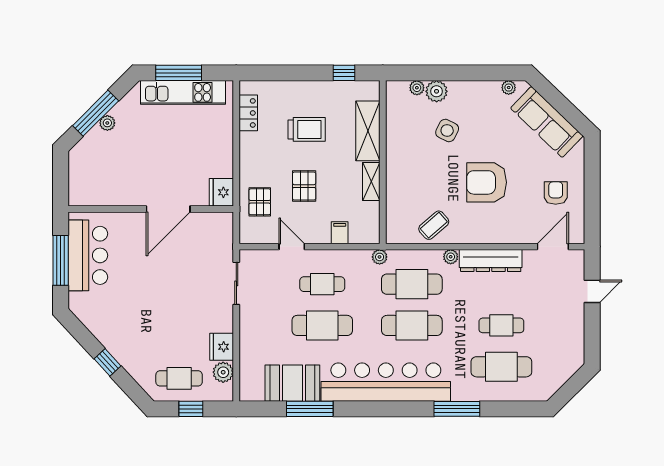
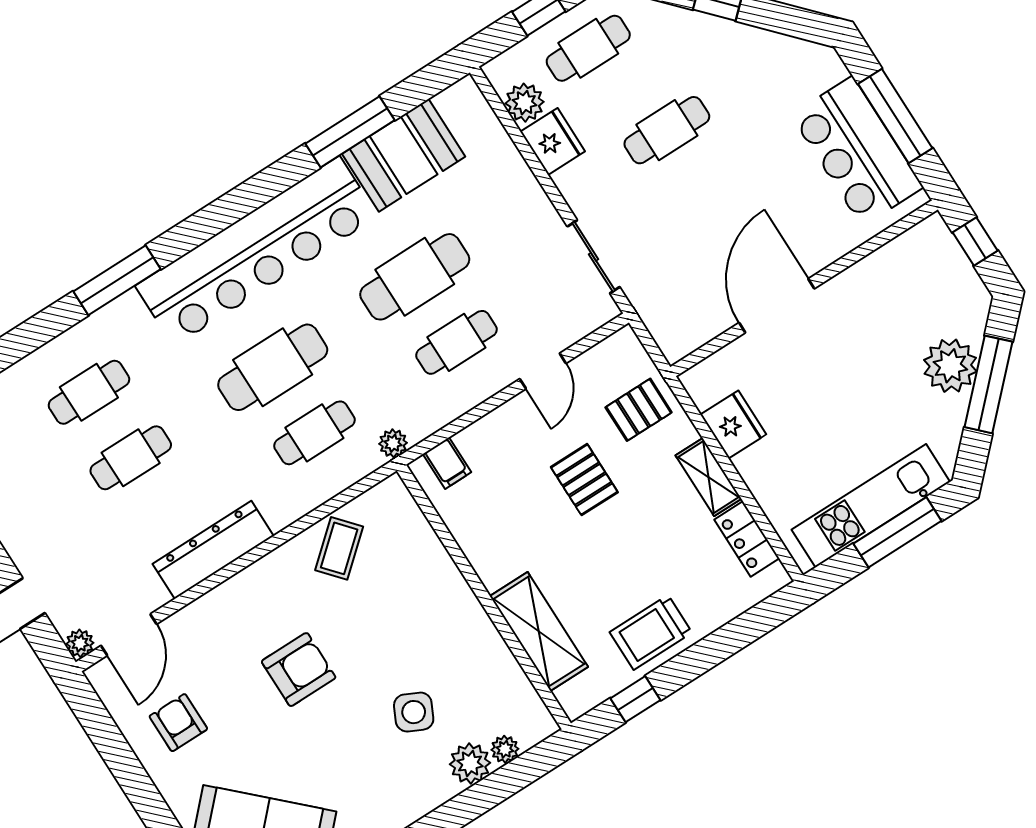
plant: (107, 123) -> (950, 366), width x1.88, depth x1.88
trolley: (307, 129) -> (651, 632), moved
window: (61, 181) -> (975, 242), added
shelving: (371, 181) -> (708, 477), moved
armchair: (487, 182) -> (299, 670), width x0.73, depth x0.73
fridge: (221, 192) -> (733, 424), moved
armchair: (556, 193) -> (178, 723), turned 180
pallet: (260, 202) -> (639, 410), turned 90
filing cabinet: (340, 233) -> (447, 463), moved
door: (292, 247) -> (543, 371), hinge flipped
plant: (451, 257) -> (80, 643), moved
cafe table: (412, 284) -> (314, 433), width x0.73, depth x0.74
cafe table: (167, 319) -> (667, 130), added
cafe table: (501, 367) -> (89, 392), width x0.73, depth x0.74

